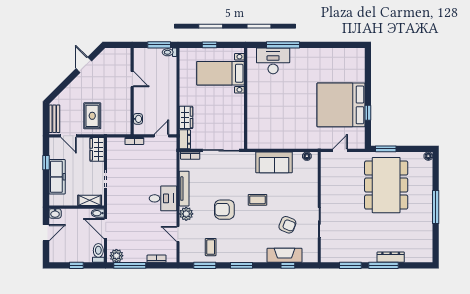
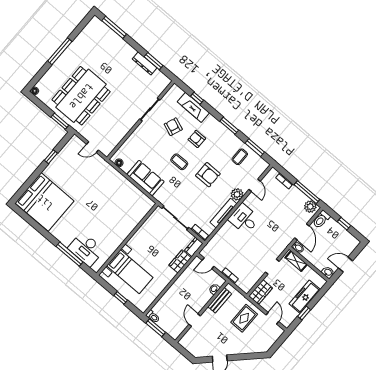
bed: (341, 105) -> (45, 202), moved
bench: (54, 119) -> (220, 300), moved
armchair: (259, 231) -> (197, 139), added
dresser: (391, 257) -> (145, 63), moved
window: (384, 265) -> (114, 27), moved

